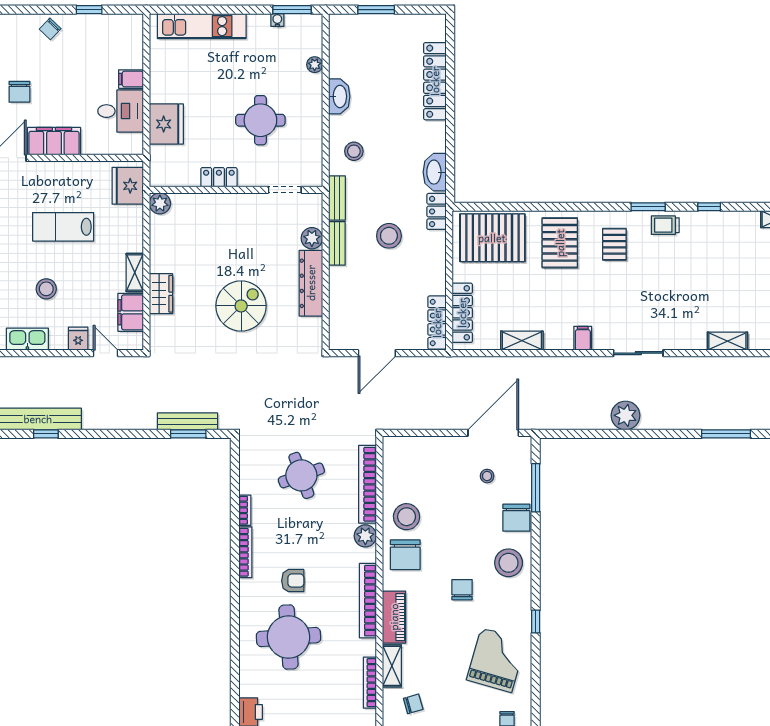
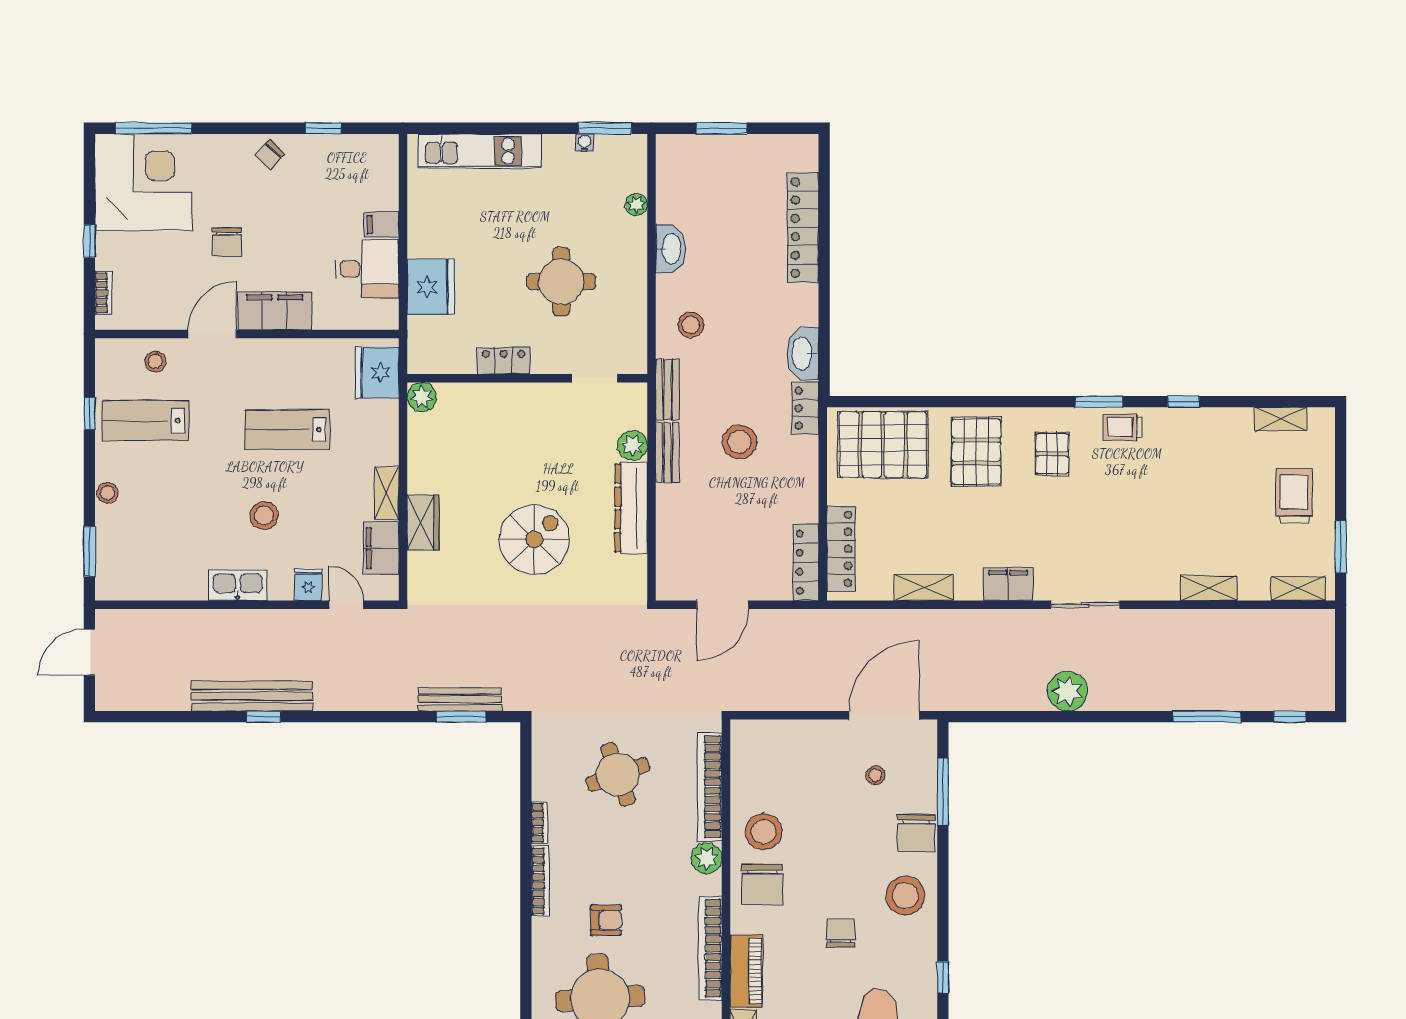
filing cabinet: (583, 338) -> (1008, 584), width x2.00

